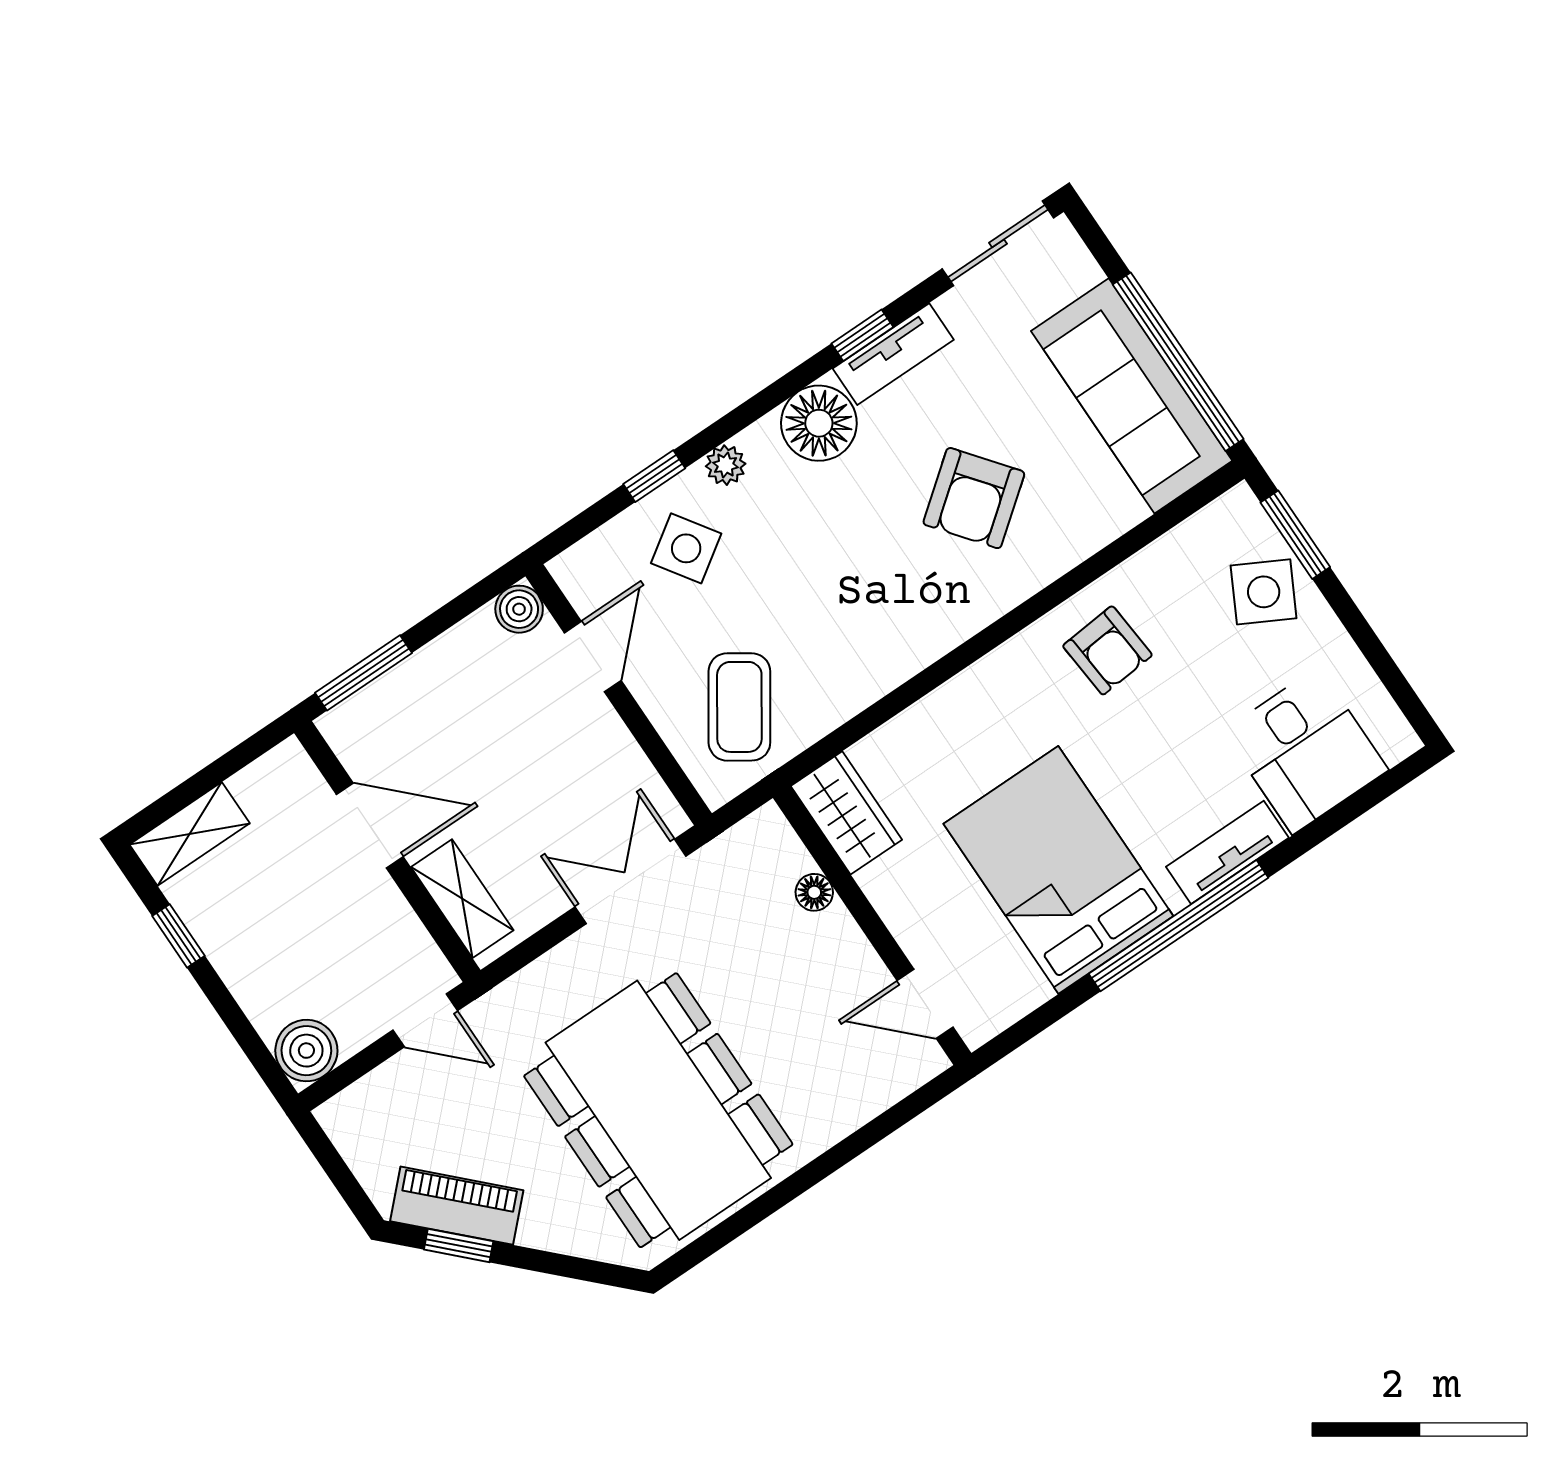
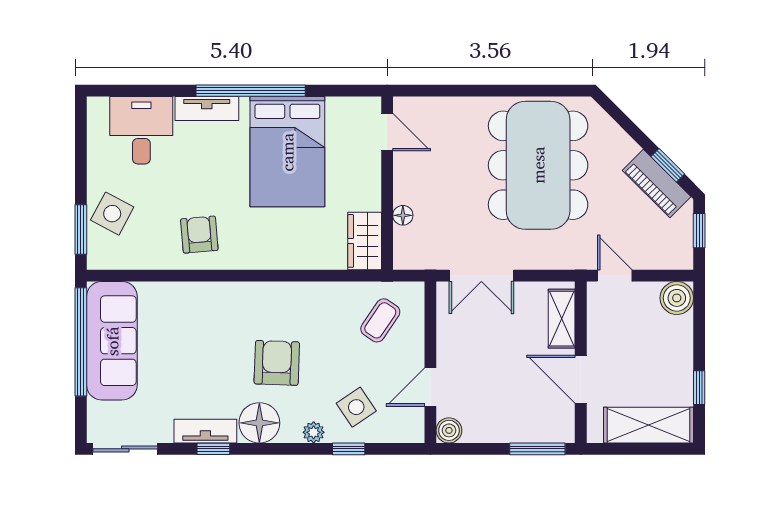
armchair: (974, 498) -> (277, 363), moved, turned -50
coffee table: (739, 707) -> (380, 320), width x0.73, depth x0.77
shelving: (190, 834) -> (648, 425), width x1.50, depth x1.33
window: (342, 1178) -> (699, 231), added

